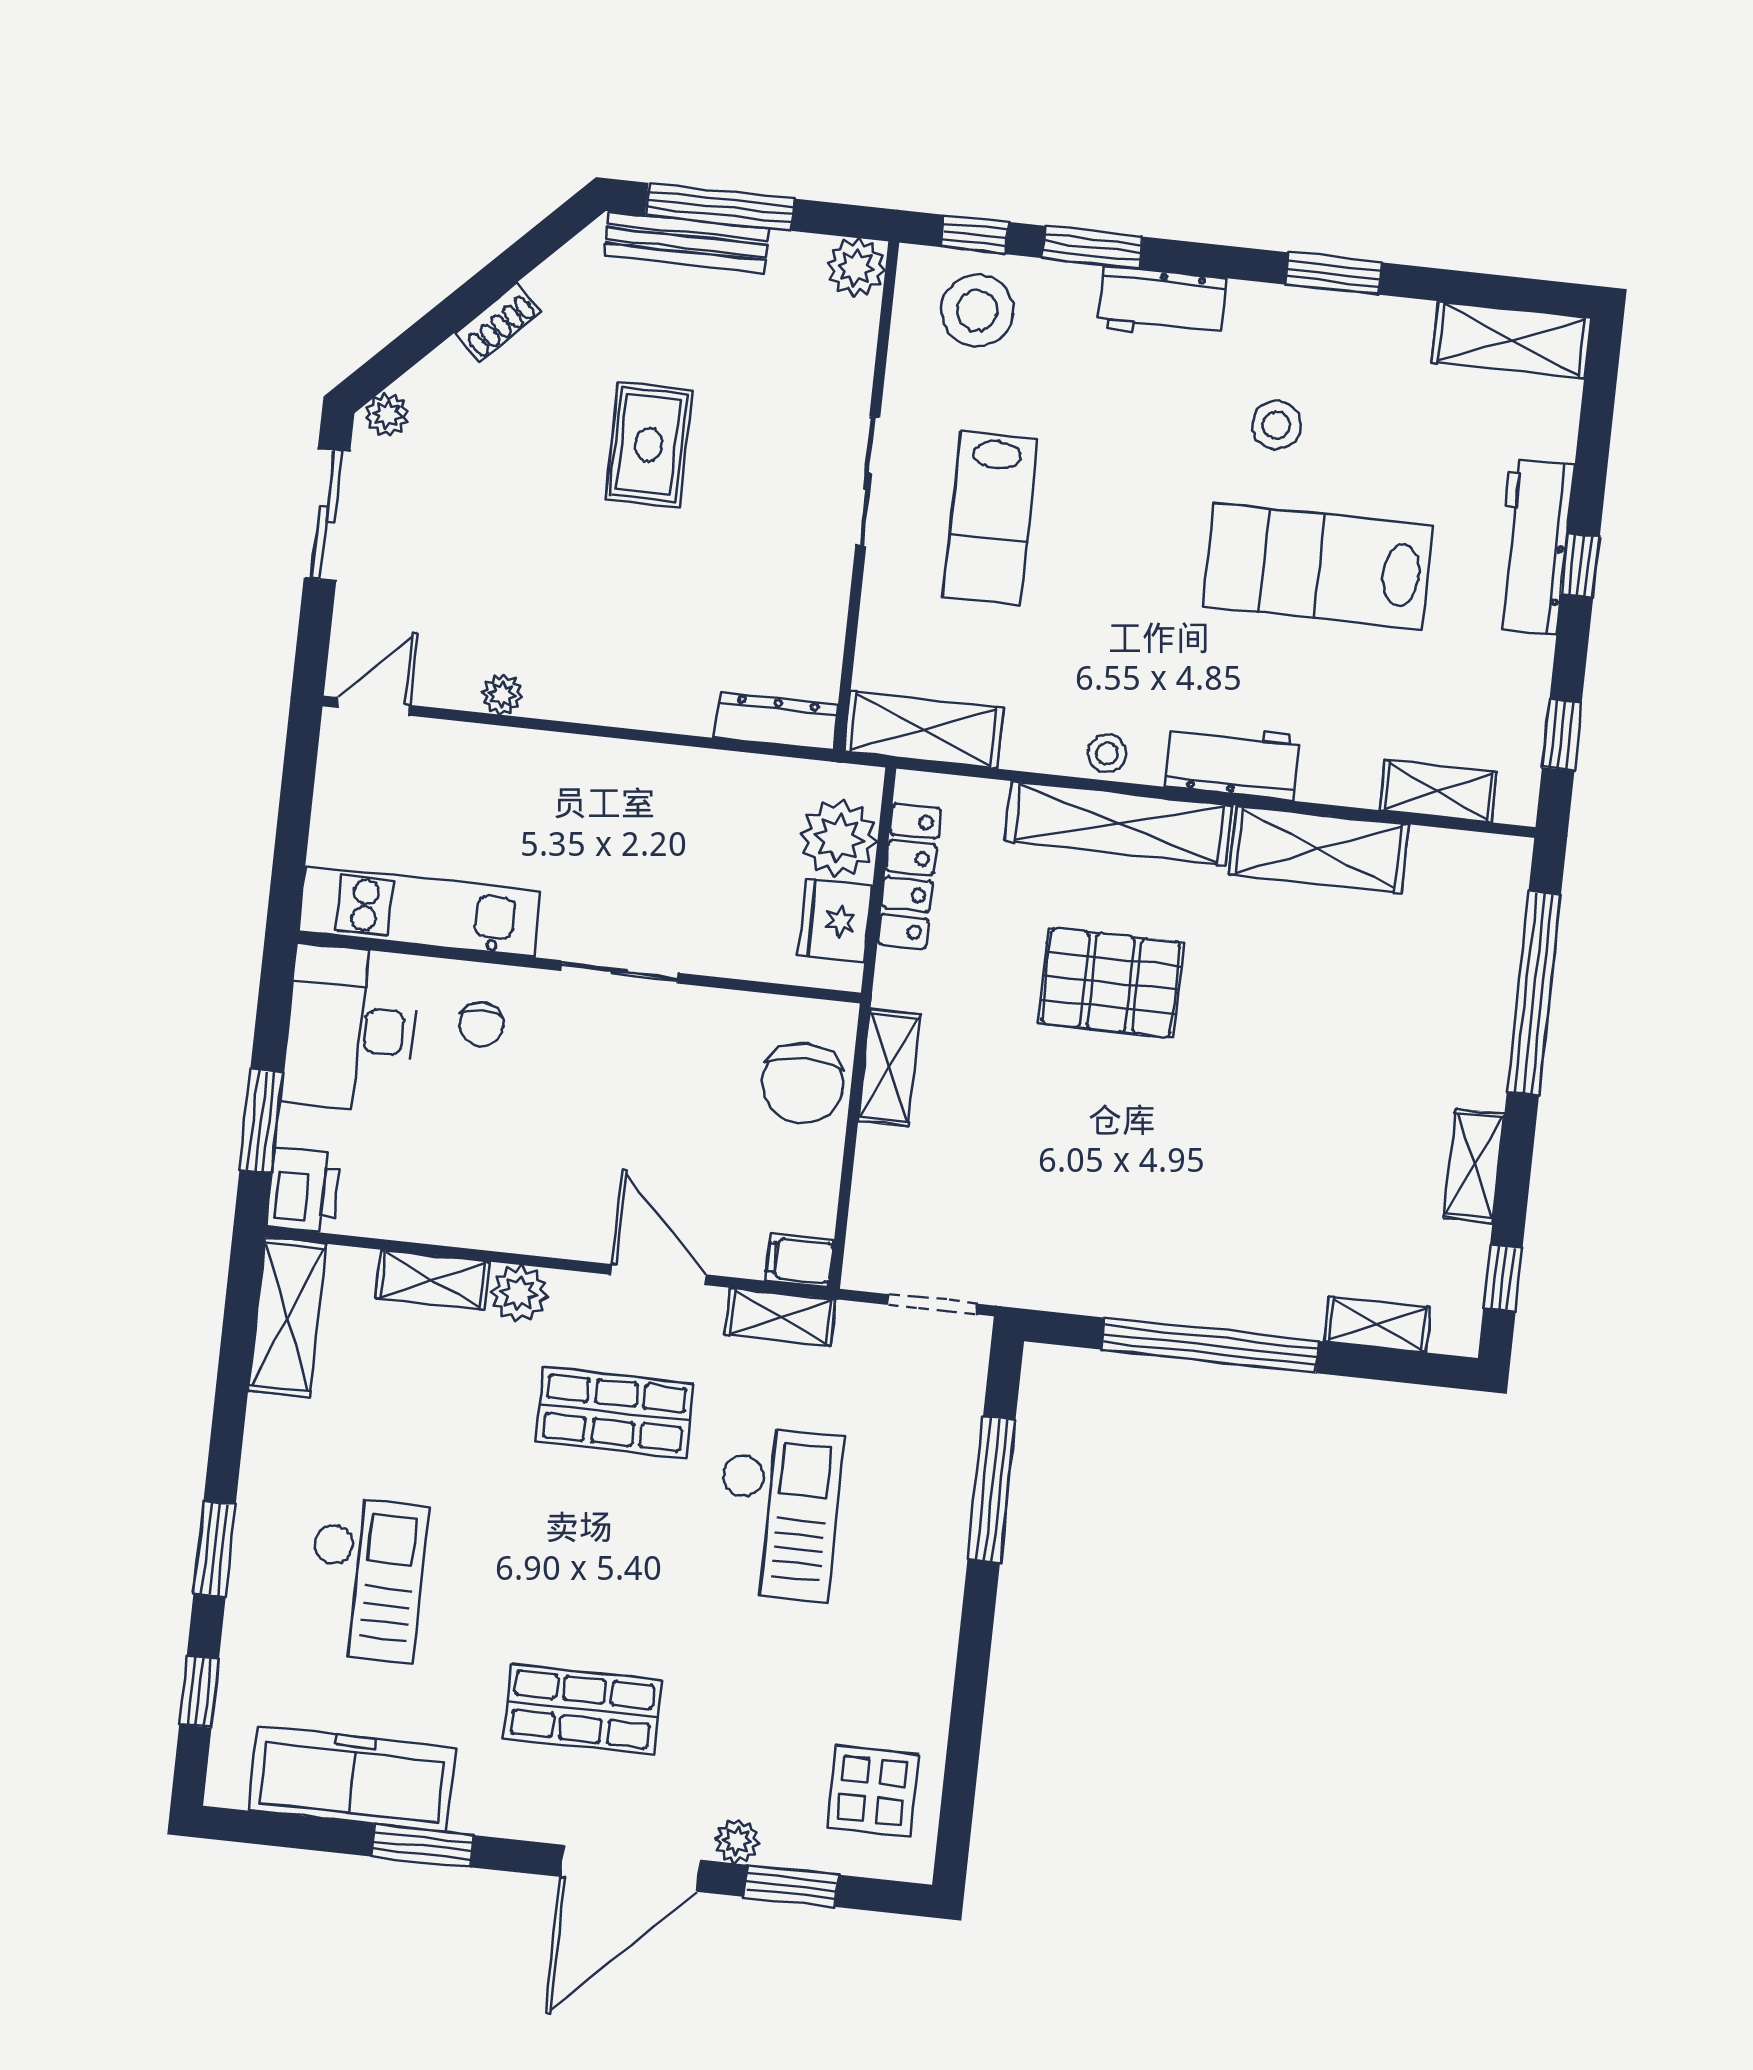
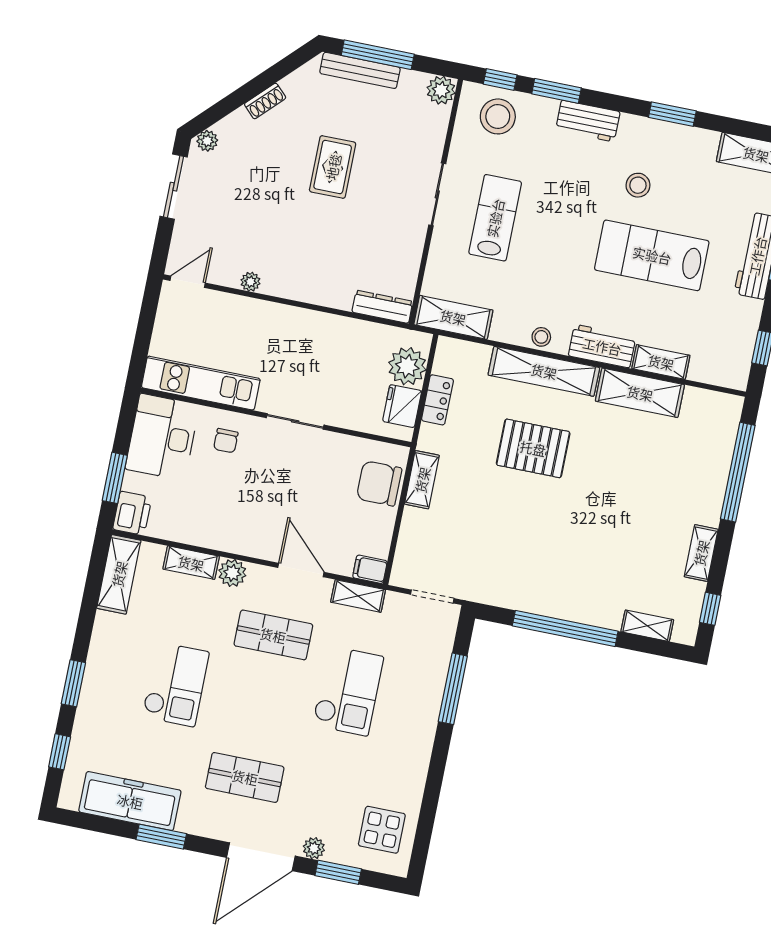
lab bench: (990, 518) -> (495, 218), turned 180
shelving: (1438, 791) -> (661, 362), moved
locker: (909, 876) -> (437, 400), width x0.66
chair: (803, 1083) -> (379, 483), turned 90
checkout: (366, 1579) -> (176, 684), moved

